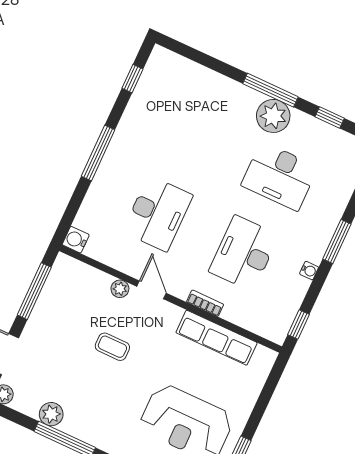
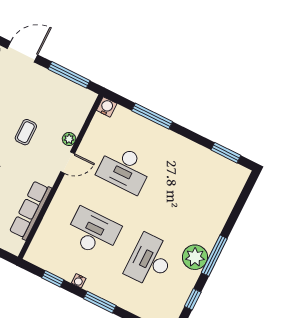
window: (132, 79) -> (226, 153), width x1.50
window: (98, 153) -> (152, 116), moved
bookcase: (205, 303) -> (56, 202), removed
window: (298, 325) -> (53, 279), moved

